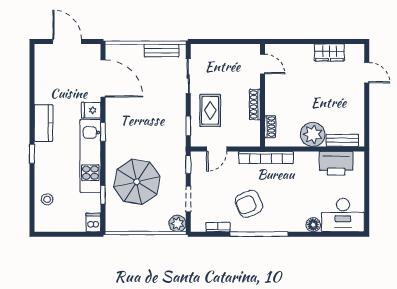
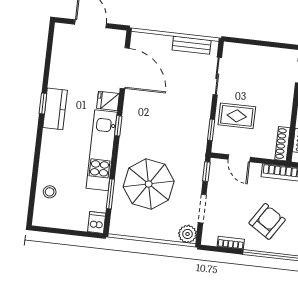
shoe rack: (255, 104) -> (282, 144), moved
rug: (210, 110) -> (237, 116), turned 90
door: (217, 149) -> (239, 158), hinge flipped
window: (32, 154) -> (43, 104), moved
window: (103, 195) -> (110, 194), width x1.50
armchair: (249, 204) -> (267, 221), turned 146

